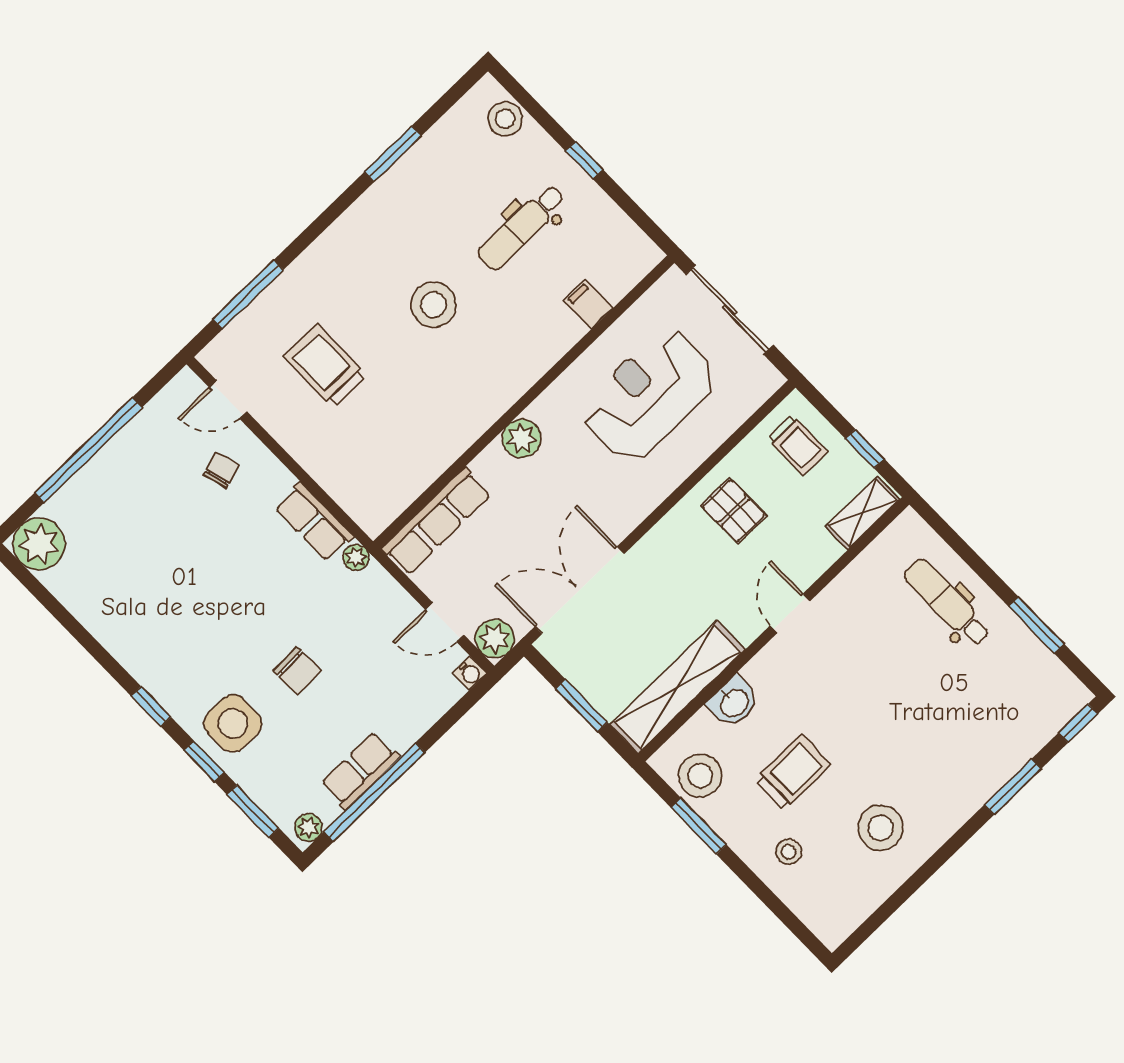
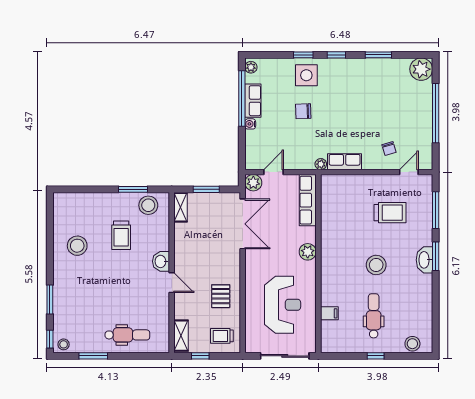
window: (393, 154) -> (436, 256), moved
washbasin: (348, 233) -> (424, 260), added
pallet: (734, 511) -> (221, 296), turned 90
water cooler: (470, 673) -> (250, 124), moved
shelving: (678, 687) -> (181, 207), width x0.45, depth x0.75
washbasin: (734, 702) -> (161, 261), moved
window: (253, 811) -> (378, 55), moved
stool: (789, 852) -> (64, 344), moved

